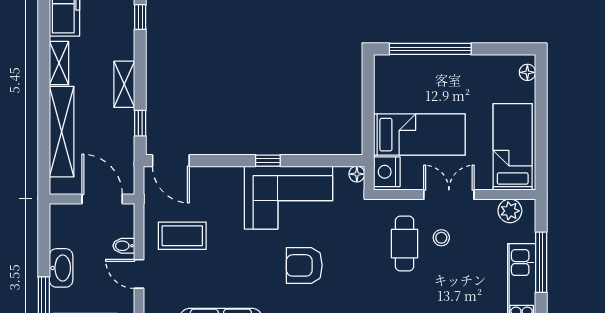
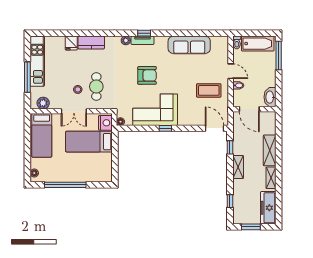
window: (430, 49) -> (65, 185), moved
shelving: (62, 132) -> (270, 150), width x0.68
washbasin: (61, 268) -> (270, 97), moved

